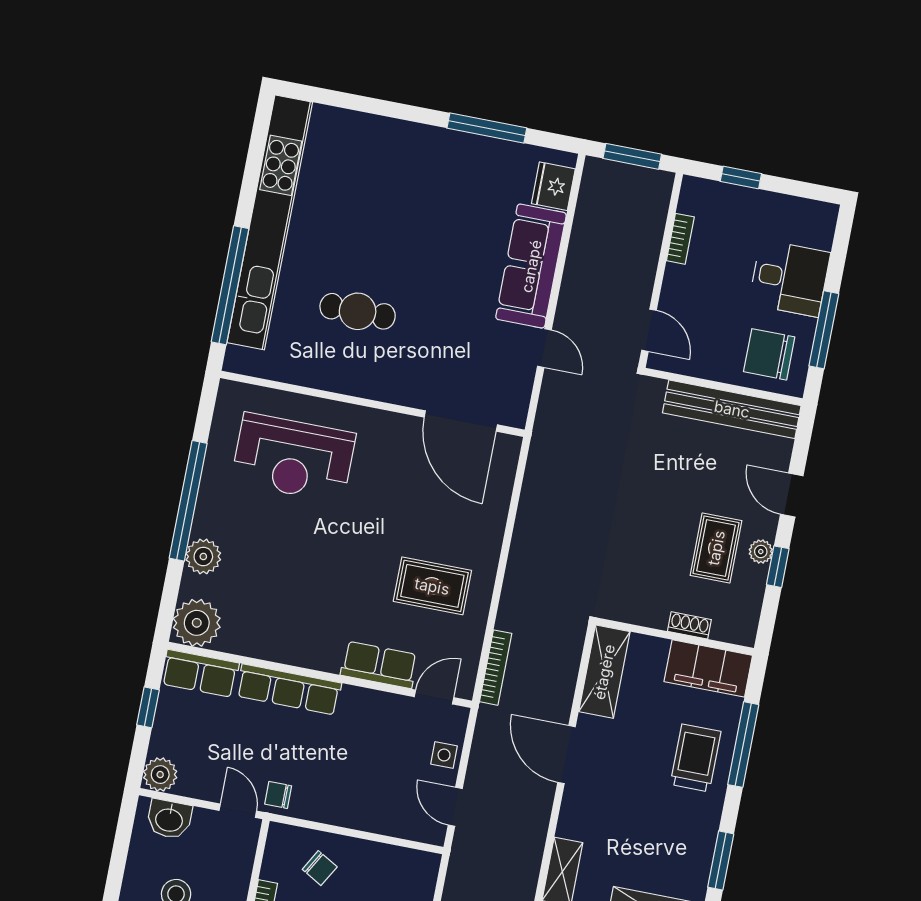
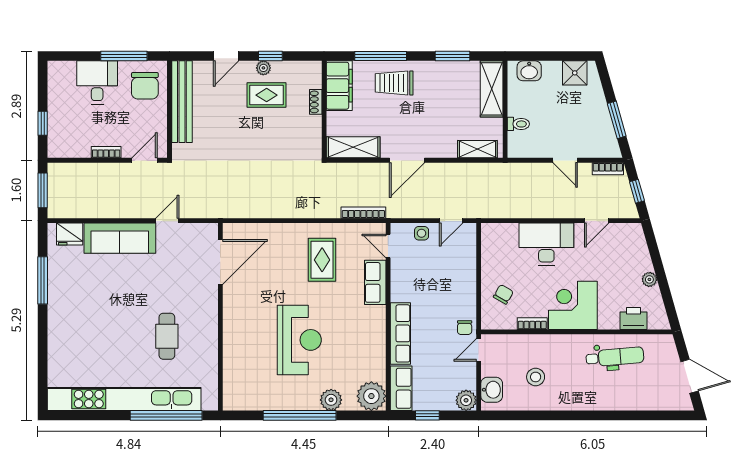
bookcase: (680, 239) -> (106, 152), moved
reception desk: (293, 458) -> (299, 340), moved

